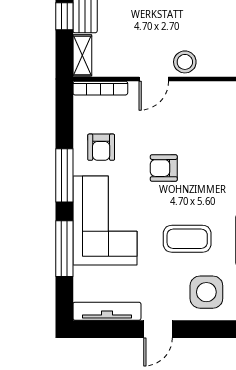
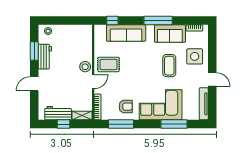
door: (154, 79) -> (93, 81), hinge flipped
rug: (190, 111) -> (109, 64), added
armchair: (164, 168) -> (136, 77), removed
window: (64, 175) -> (121, 124), moved

